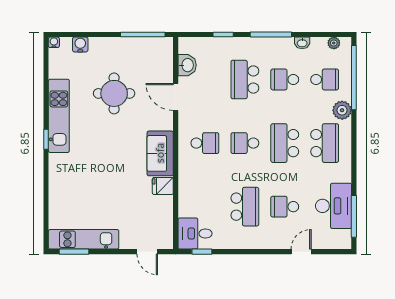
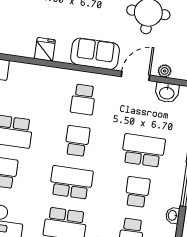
plant: (167, 70) -> (165, 71), added
sofa: (160, 153) -> (95, 54), moved

